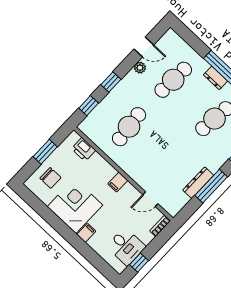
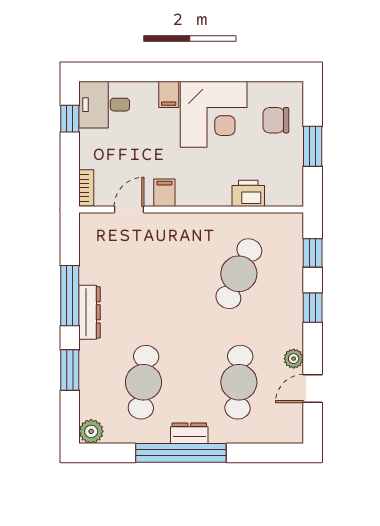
cafe table: (129, 127) -> (239, 274), turned 30
printer: (84, 149) -> (248, 193), moved
filing cabinet: (118, 182) -> (164, 193), moved
dresser: (198, 183) -> (90, 312), moved
desk: (126, 246) -> (104, 105), moved

